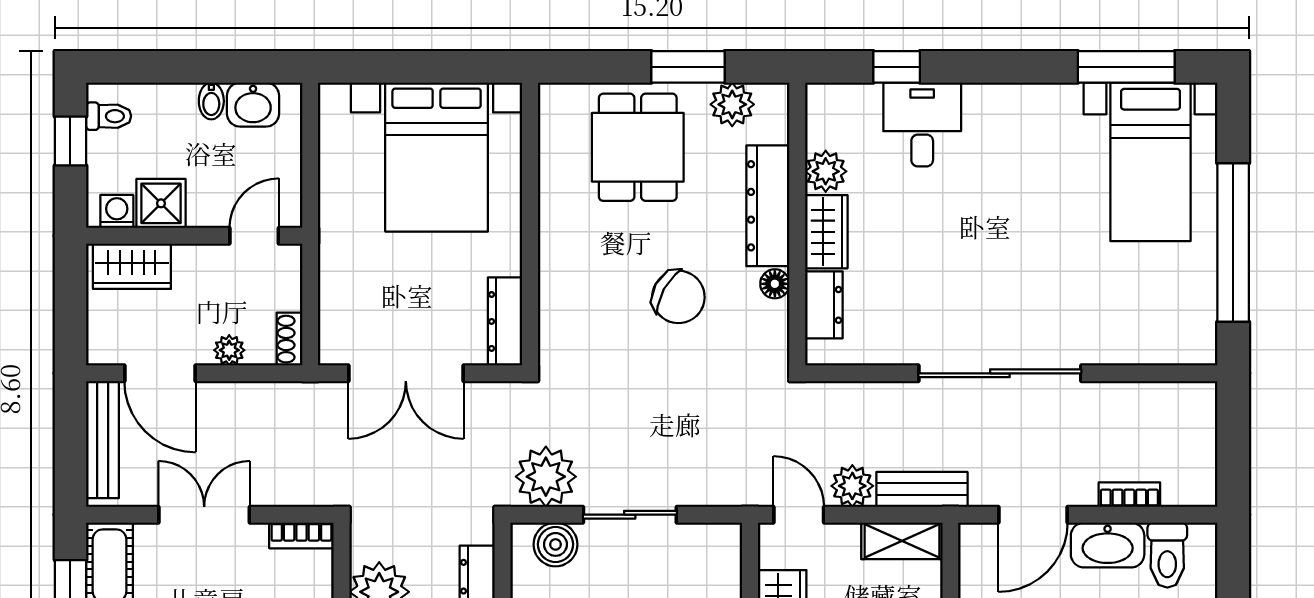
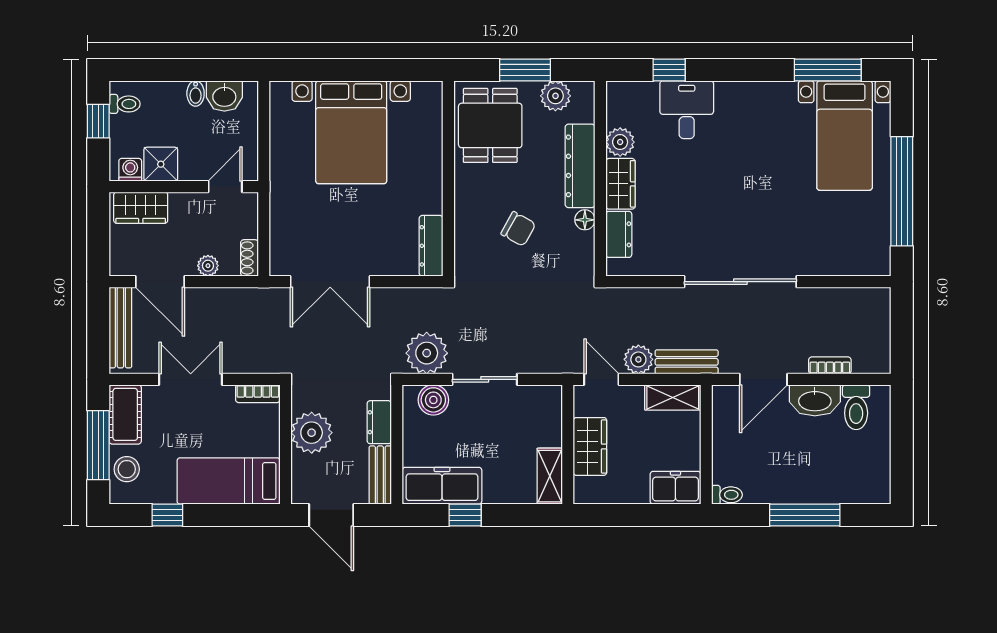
wall: (530, 224) -> (448, 178), moved
chair: (678, 297) -> (518, 229), width x0.73, depth x0.73
dresser: (505, 321) -> (431, 246), moved

